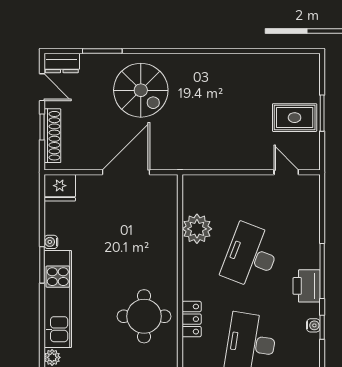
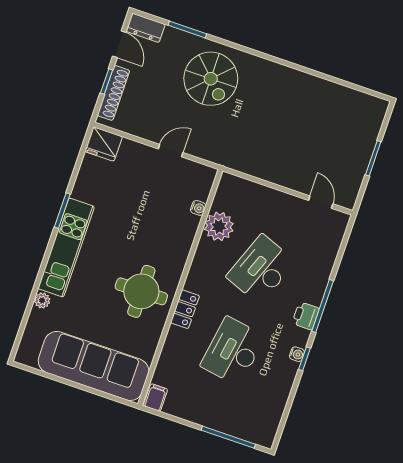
rug: (295, 118) -> (346, 154), removed
door: (126, 172) -> (171, 151), width x0.53
water cooler: (51, 242) -> (198, 208), moved, turned 180
printer: (307, 286) -> (306, 316), width x0.73, depth x0.81

